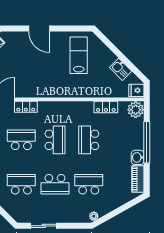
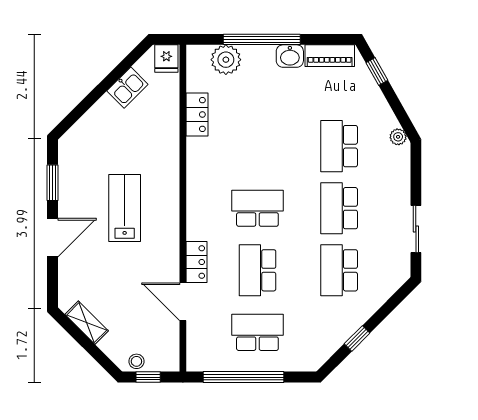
window: (69, 29) -> (52, 183), added
lab bench: (79, 55) -> (125, 208), moved, turned 90
plant: (136, 110) -> (226, 60), moved
school desk: (89, 140) -> (257, 146), removed
school desk: (55, 184) -> (339, 208), turned 180
window: (129, 205) -> (377, 71), added

